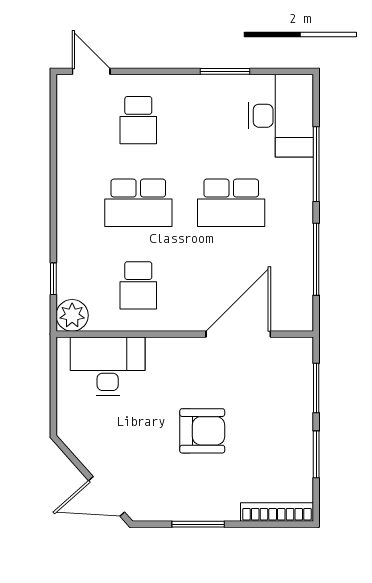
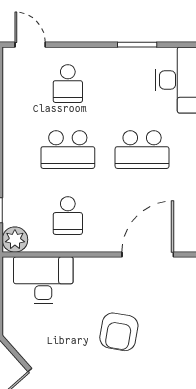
armchair: (202, 431) -> (119, 332), turned 100

